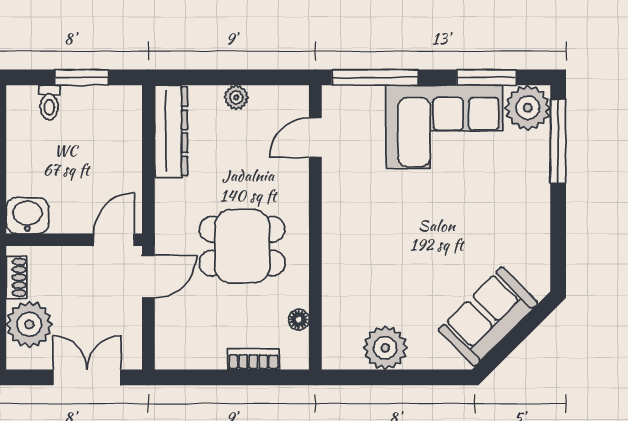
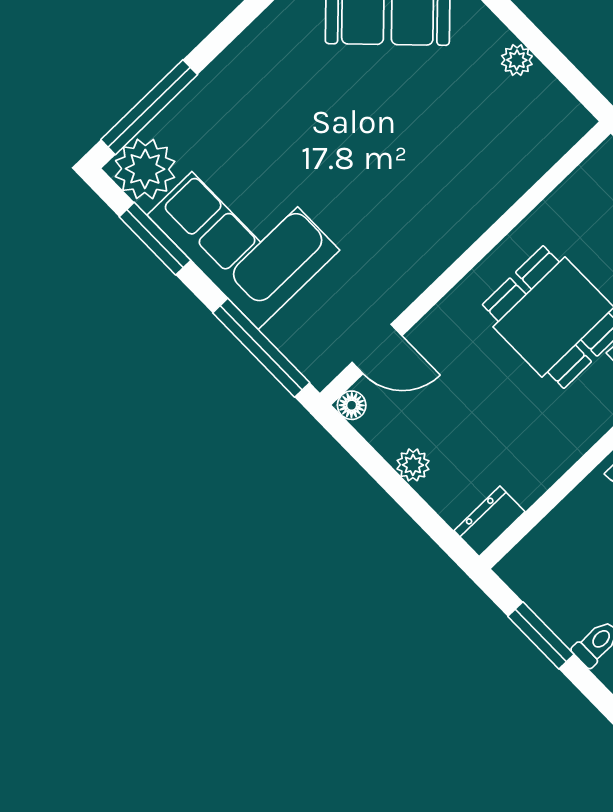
dresser: (171, 131) -> (489, 521), width x0.51, depth x0.80
floor lamp: (299, 320) -> (352, 405), moved
plant: (385, 348) -> (517, 60), width x0.53, depth x0.53

